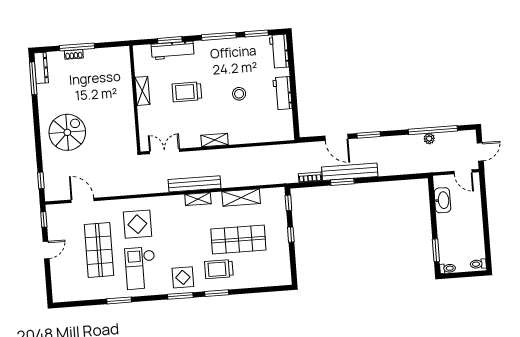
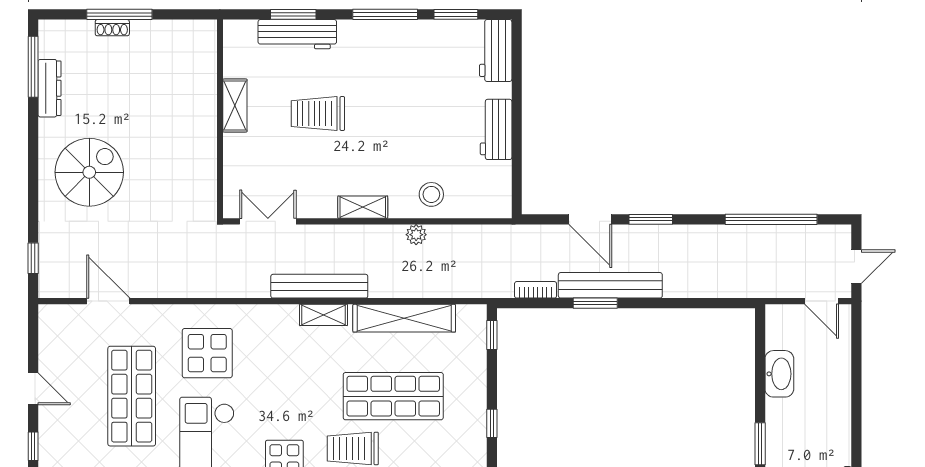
dresser: (41, 68) -> (49, 88), moved
stool: (239, 94) -> (431, 194), moved
plant: (429, 139) -> (416, 235), moved
shelving: (241, 198) -> (404, 318), width x1.47
washbasin: (442, 200) -> (779, 374), moved
window: (44, 219) -> (33, 446), moved
window: (291, 235) -> (492, 423), moved
door: (46, 250) -> (33, 389), hinge flipped

